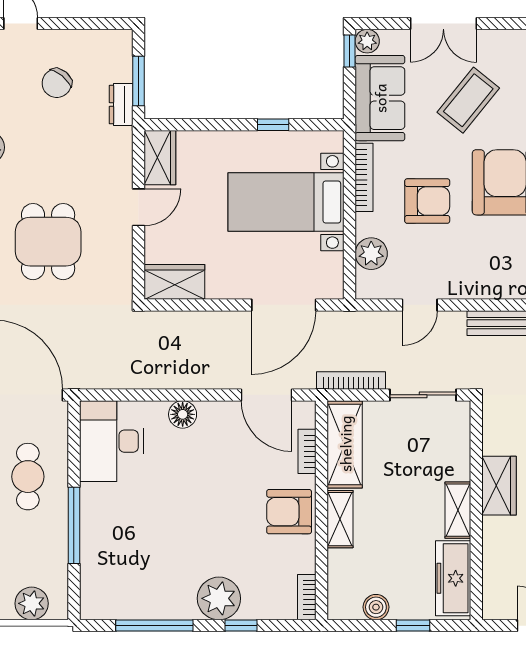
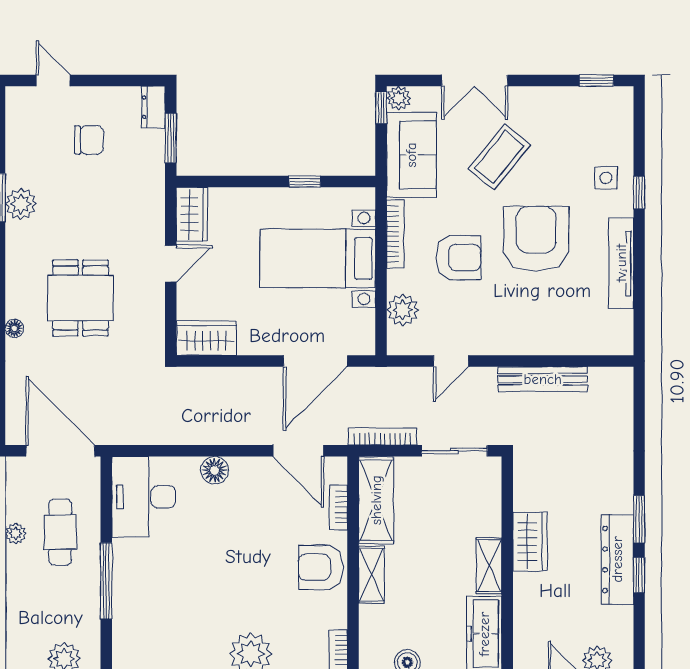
chair: (57, 83) -> (89, 140), turned -130
dresser: (121, 105) -> (153, 107), moved

